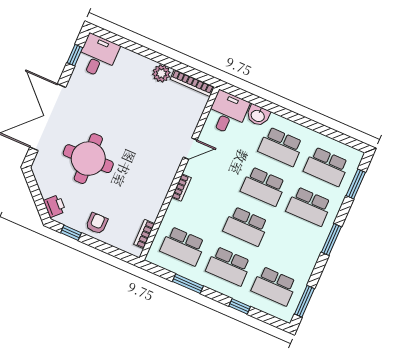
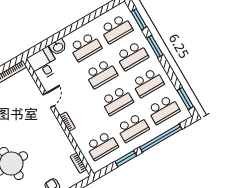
window: (331, 240) -> (155, 47), moved
school desk: (292, 246) -> (148, 83), added
window: (240, 306) -> (161, 138), width x3.17

